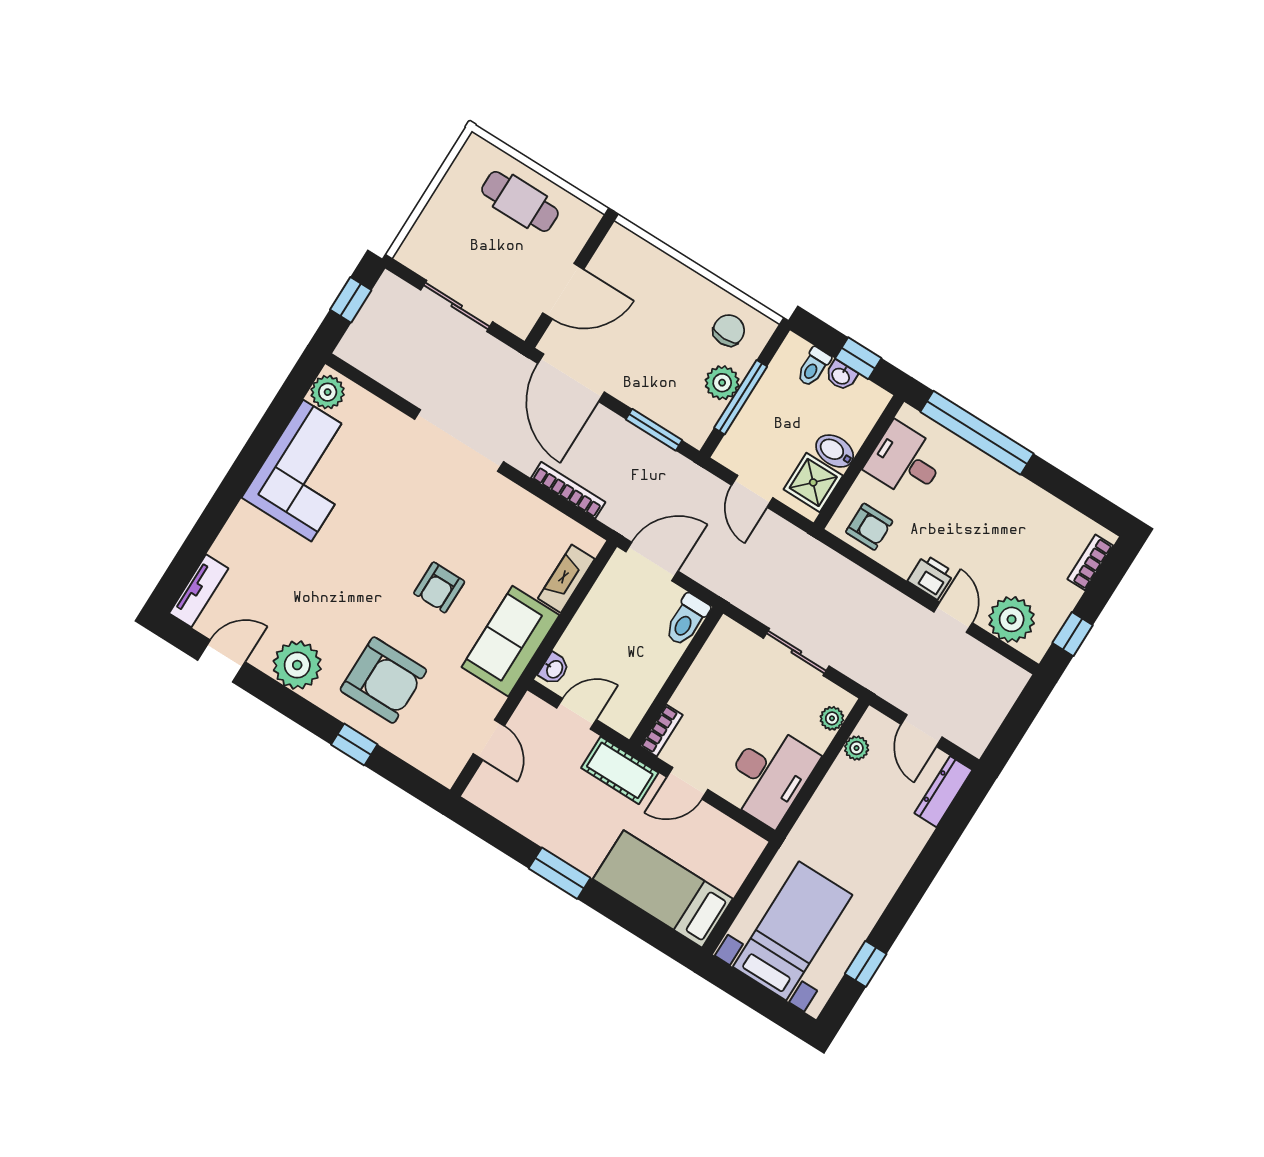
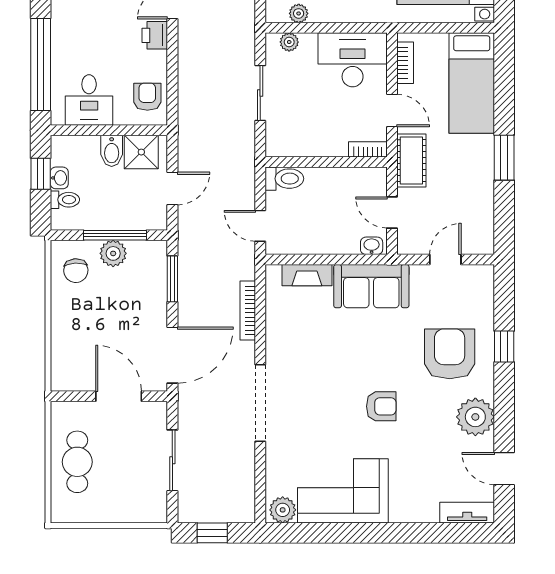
chair: (729, 330) -> (76, 271), turned -93
door: (652, 561) -> (260, 226), width x0.73
armchair: (439, 587) -> (381, 406), moved
bookcase: (730, 830) -> (405, 63), added

